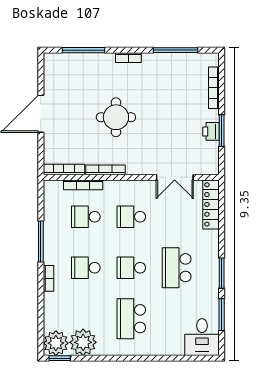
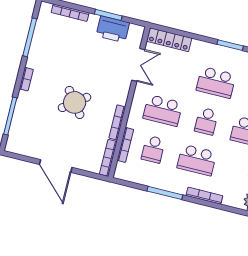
round table: (116, 117) -> (75, 102), turned -37
printer: (211, 131) -> (113, 29), width x1.87, depth x1.48
school desk: (131, 217) -> (163, 110), width x1.85
school desk: (86, 268) -> (197, 160), width x1.85
bookcase: (49, 278) -> (204, 196), width x1.56

